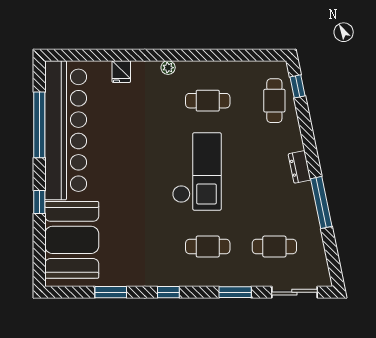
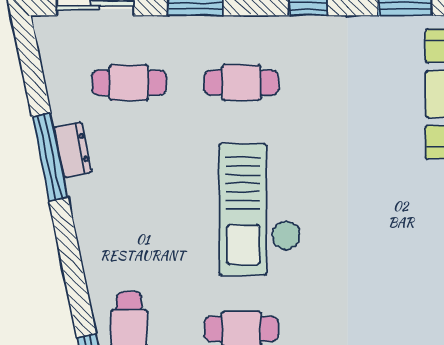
dresser: (300, 167) -> (73, 150), moved

